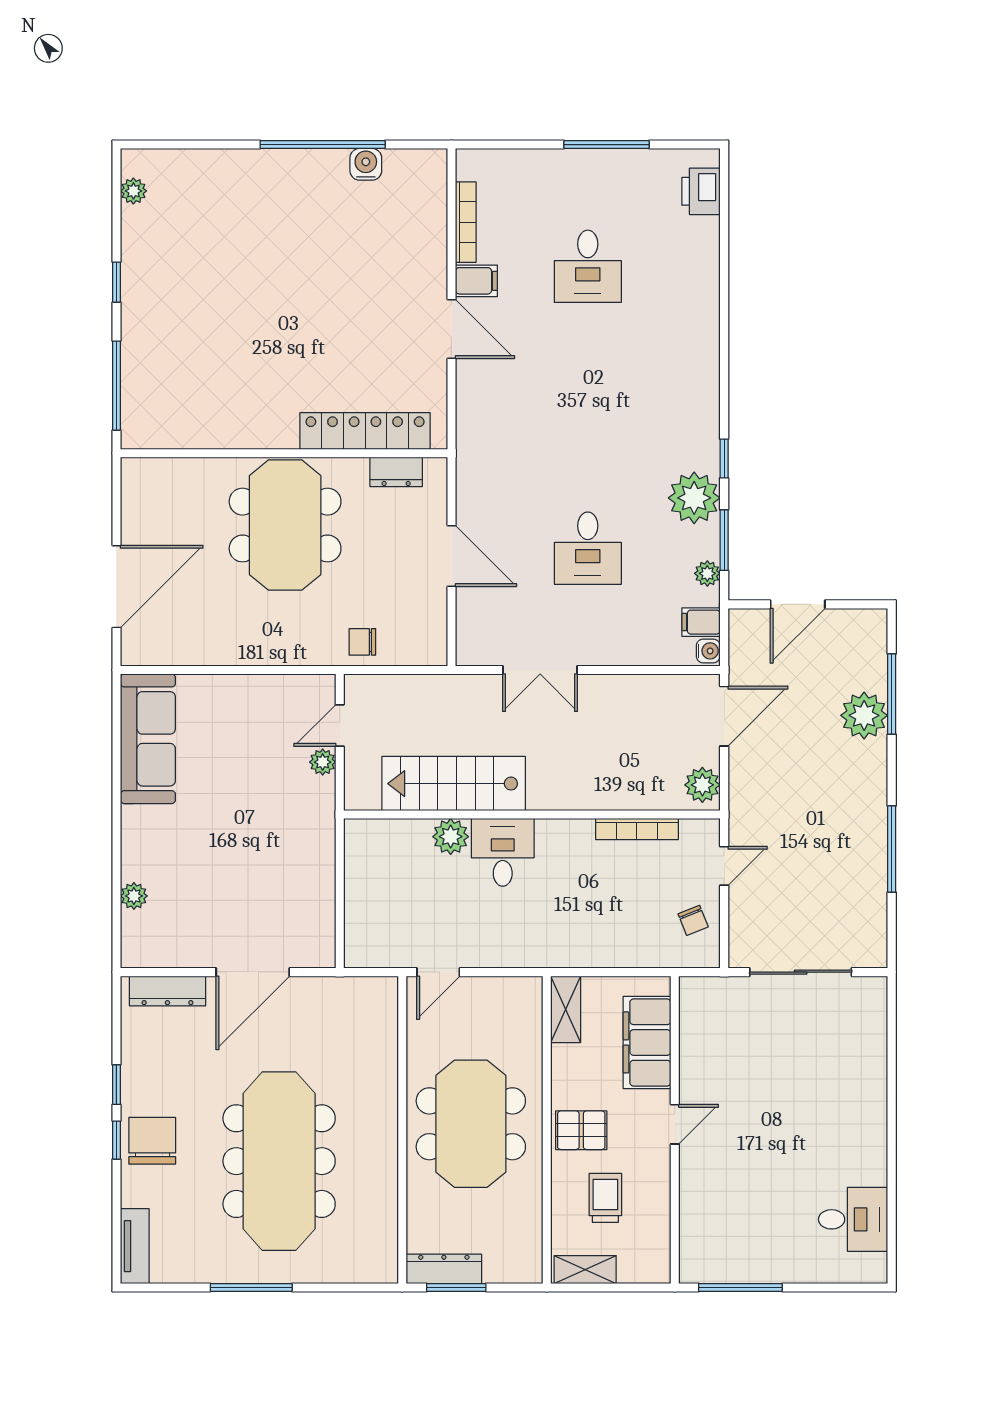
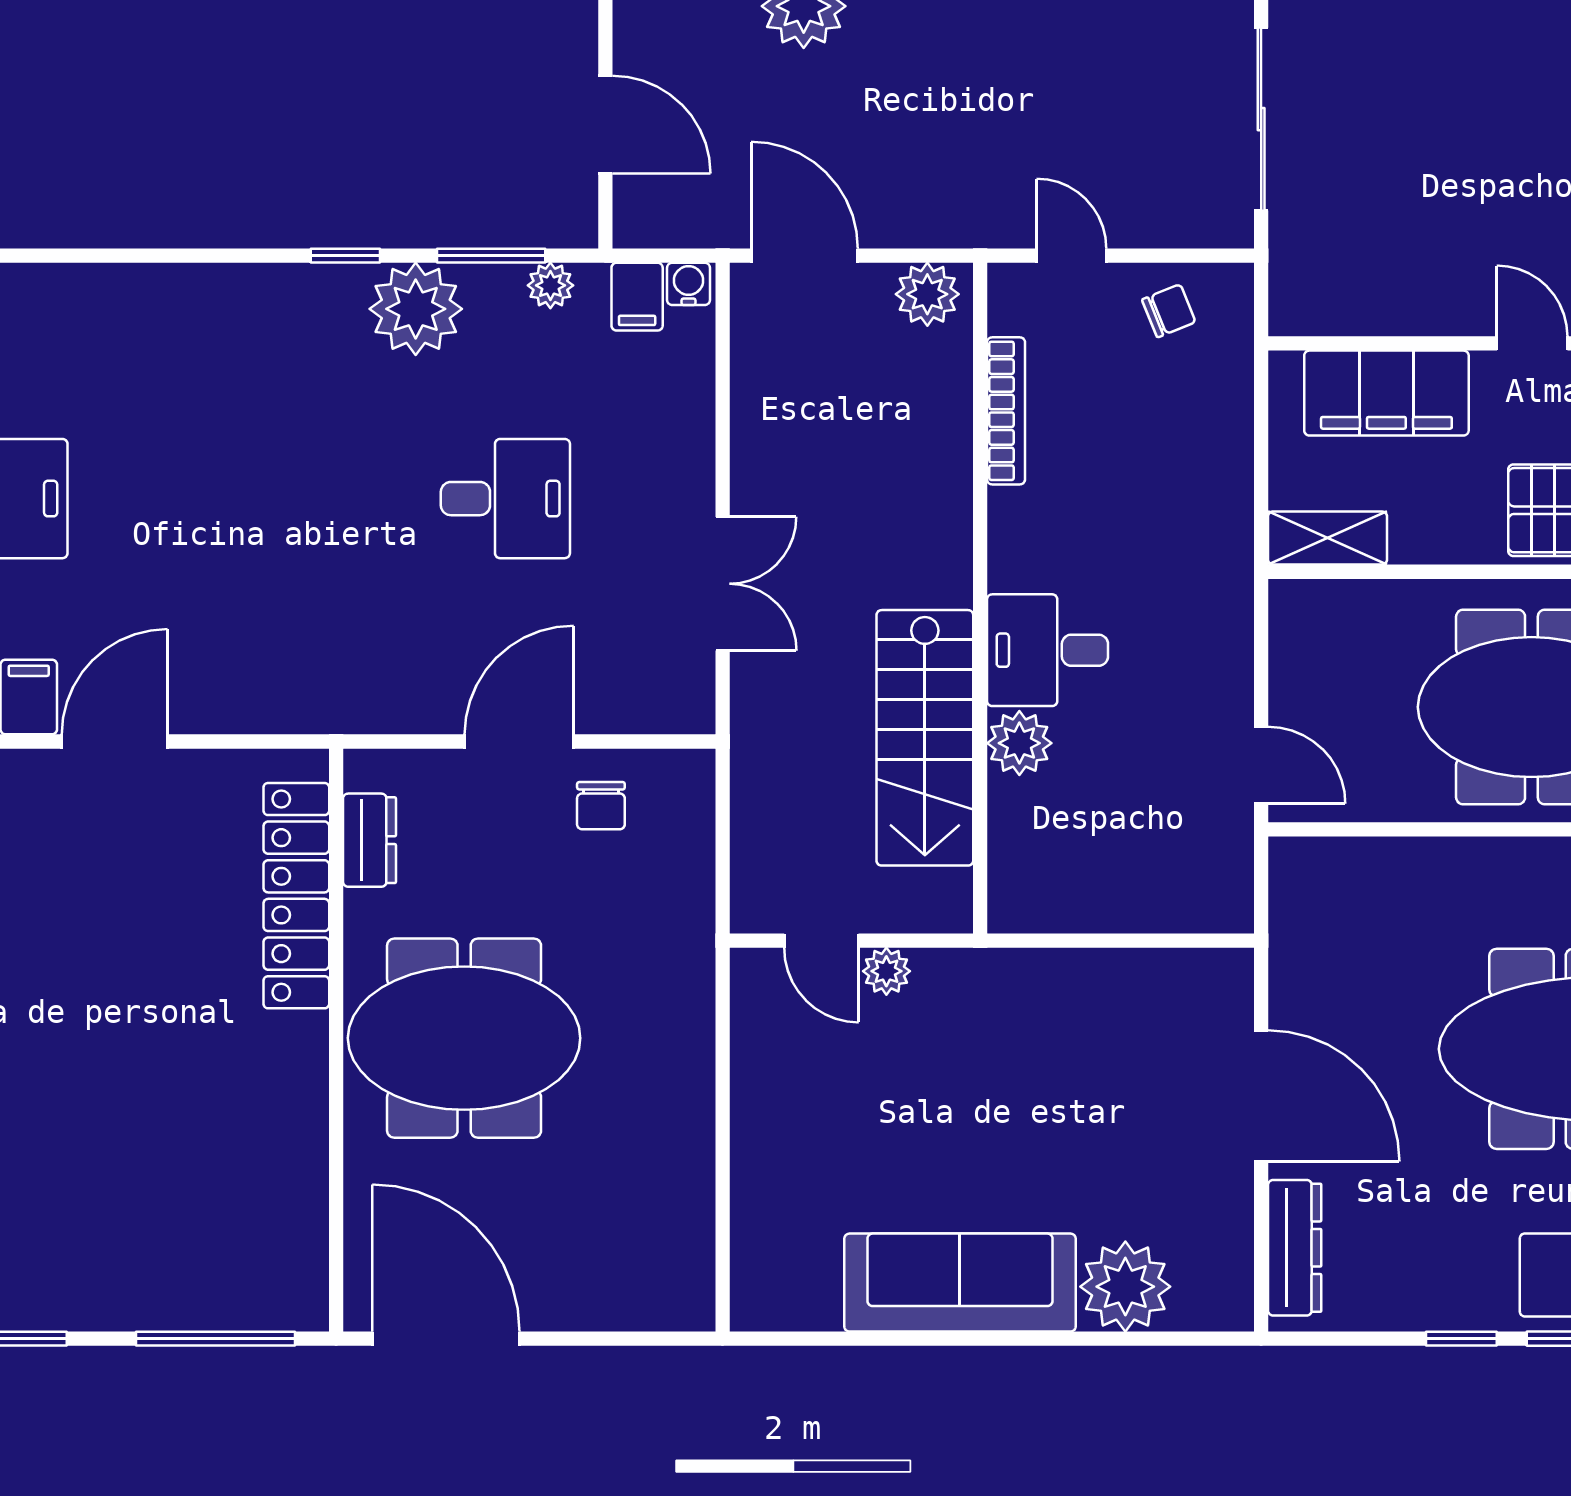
door: (116, 587) -> (446, 1339), moved
chair: (362, 642) -> (601, 806), moved
sofa: (148, 739) -> (960, 1283), moved
plant: (134, 896) -> (1125, 1287), width x1.88, depth x1.88

